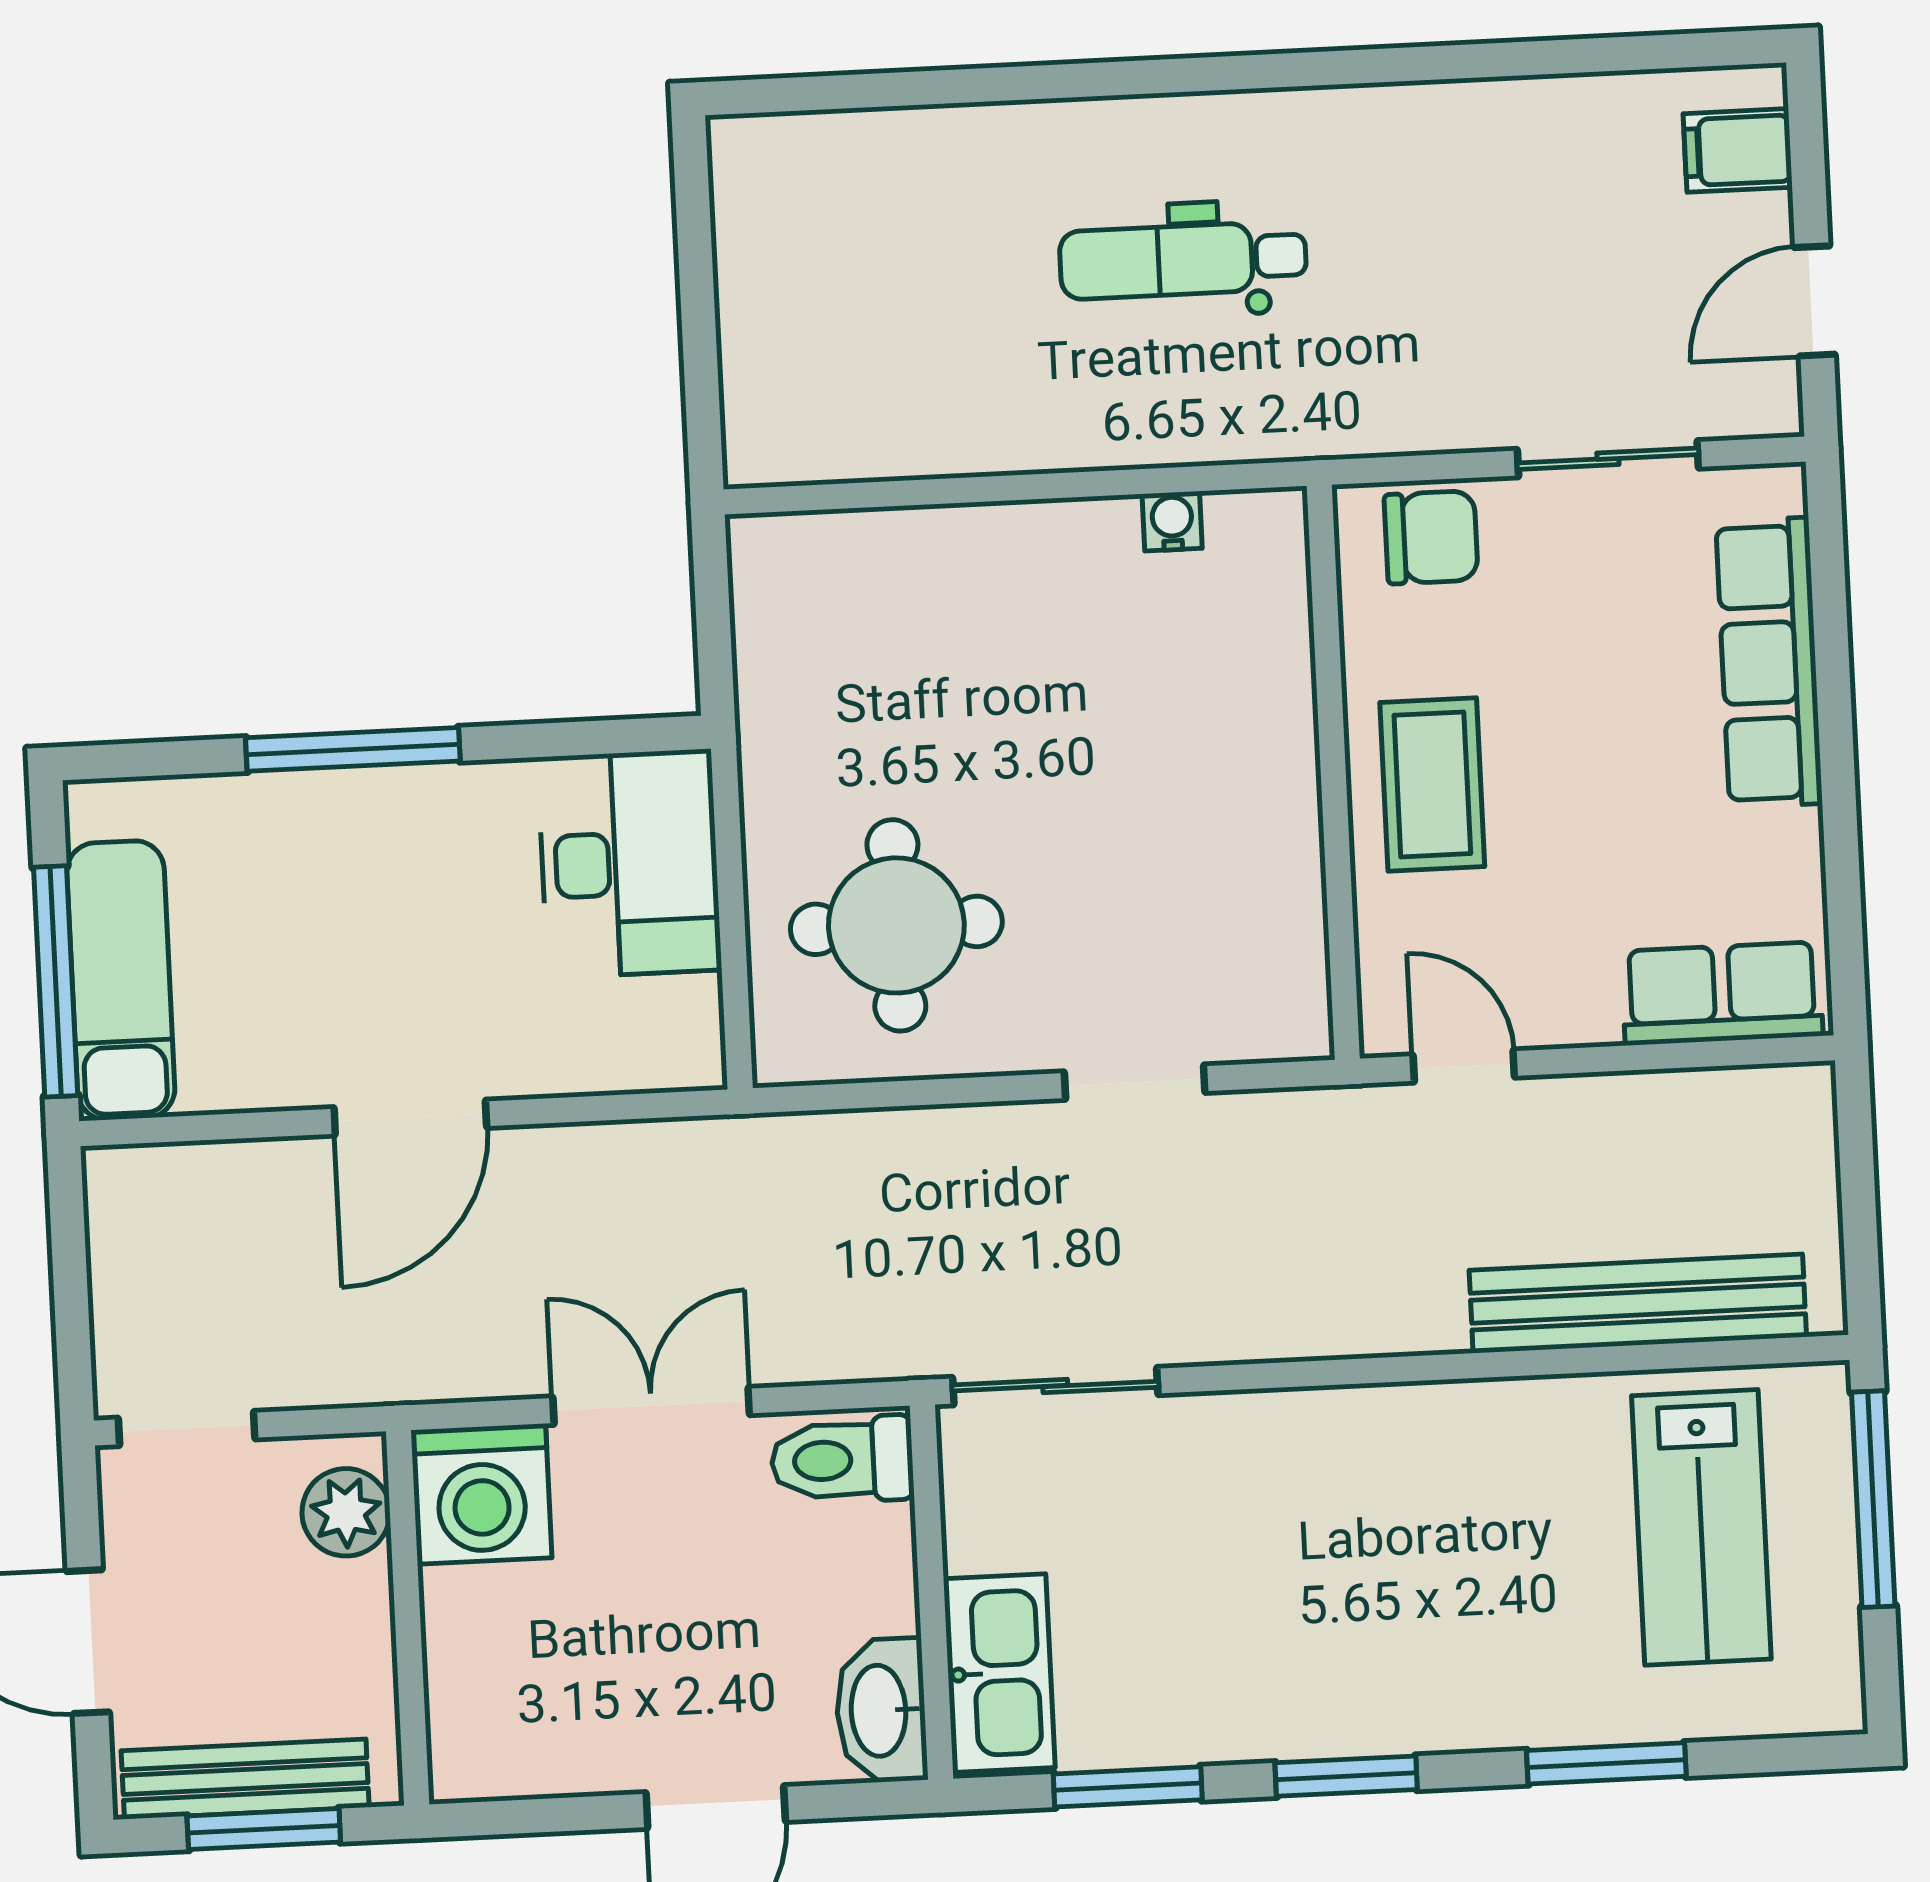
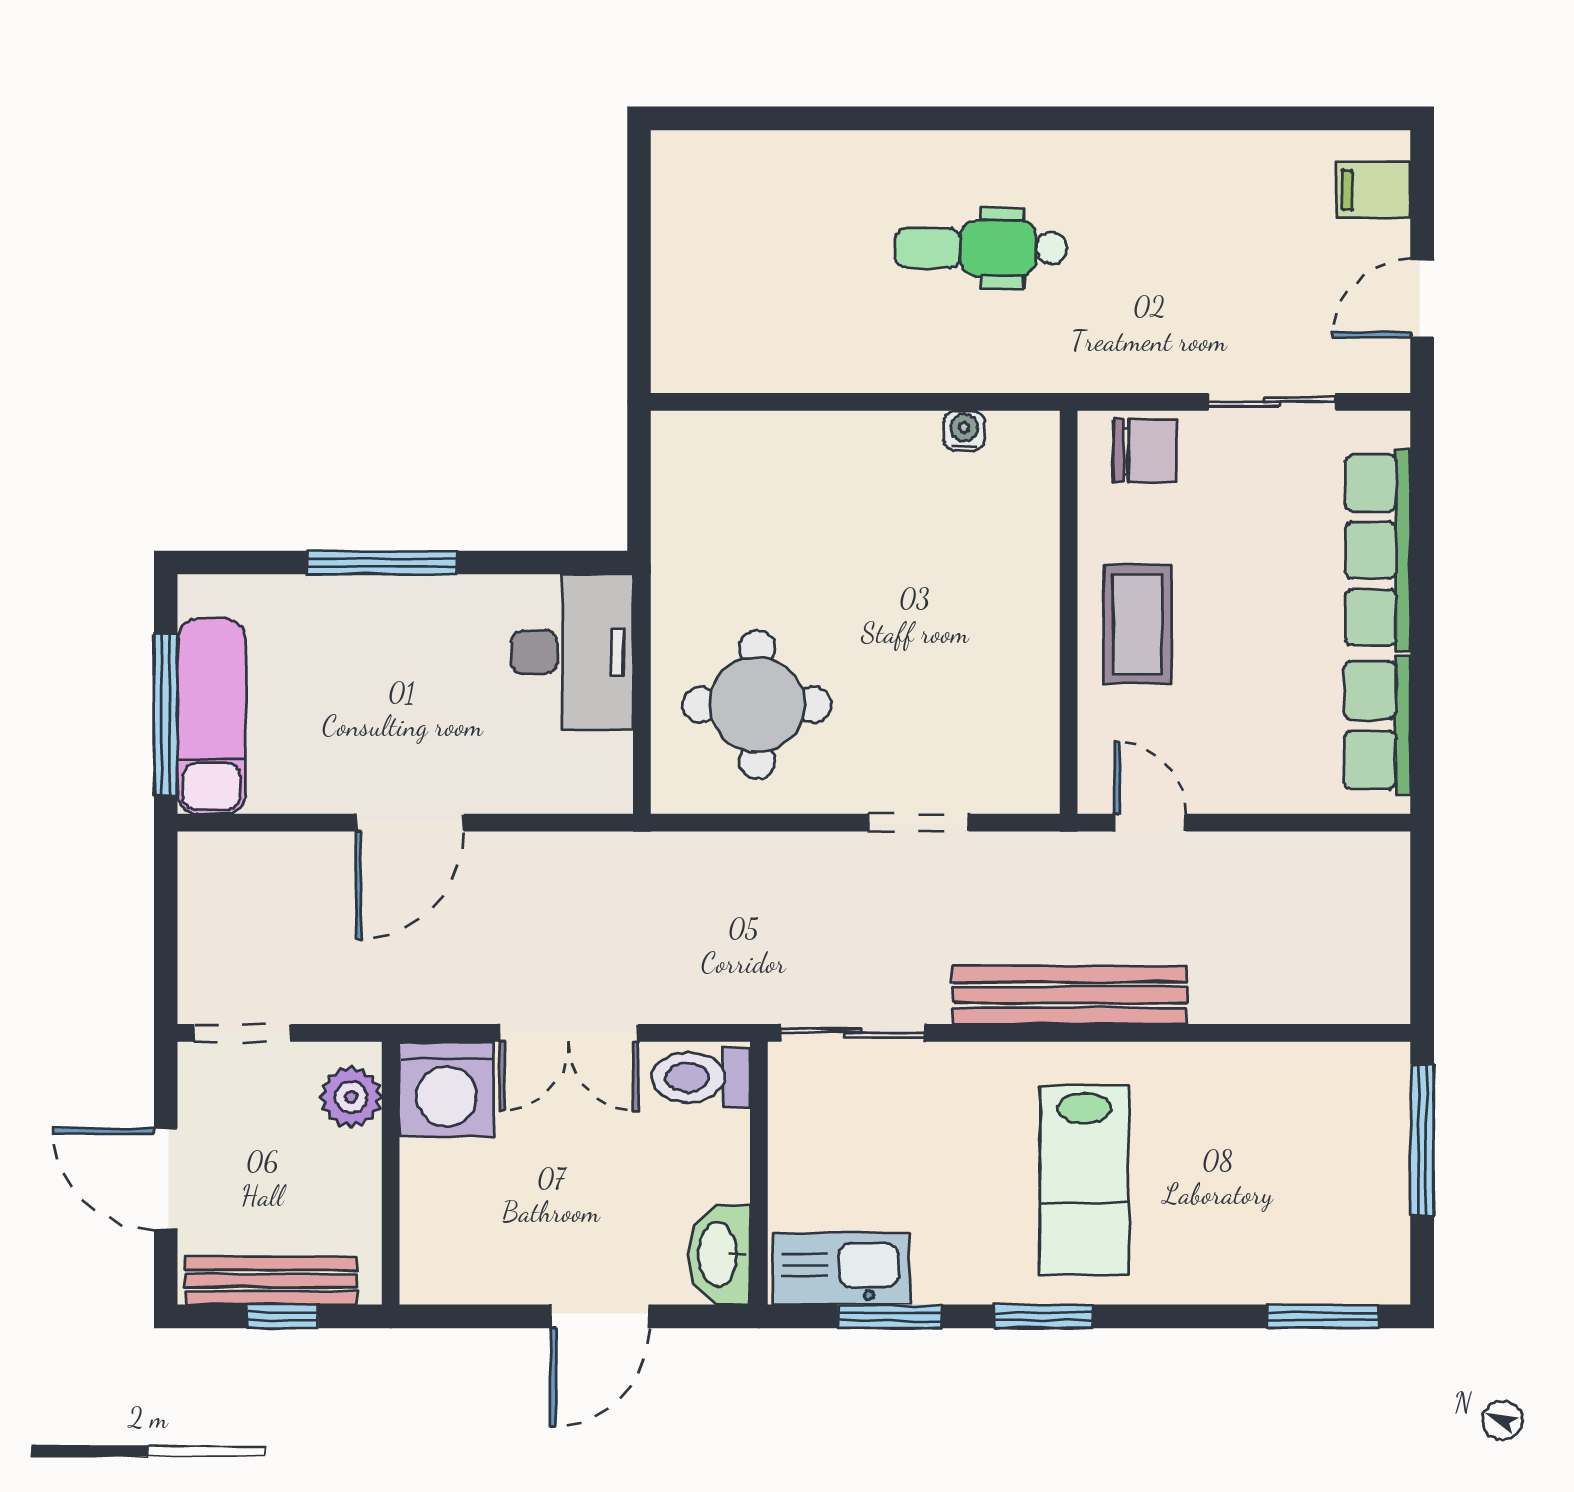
row of seats: (1722, 993) -> (1377, 725), moved, turned -90
bench: (1638, 1304) -> (1070, 995), moved
double door: (651, 1406) -> (569, 1033), swing flipped
lab bench: (1701, 1527) -> (1084, 1180), moved
kitchen sink: (999, 1673) -> (841, 1269), moved, turned -90
window: (1606, 1763) -> (1323, 1316), moved
window: (264, 1829) -> (283, 1316), width x0.67

